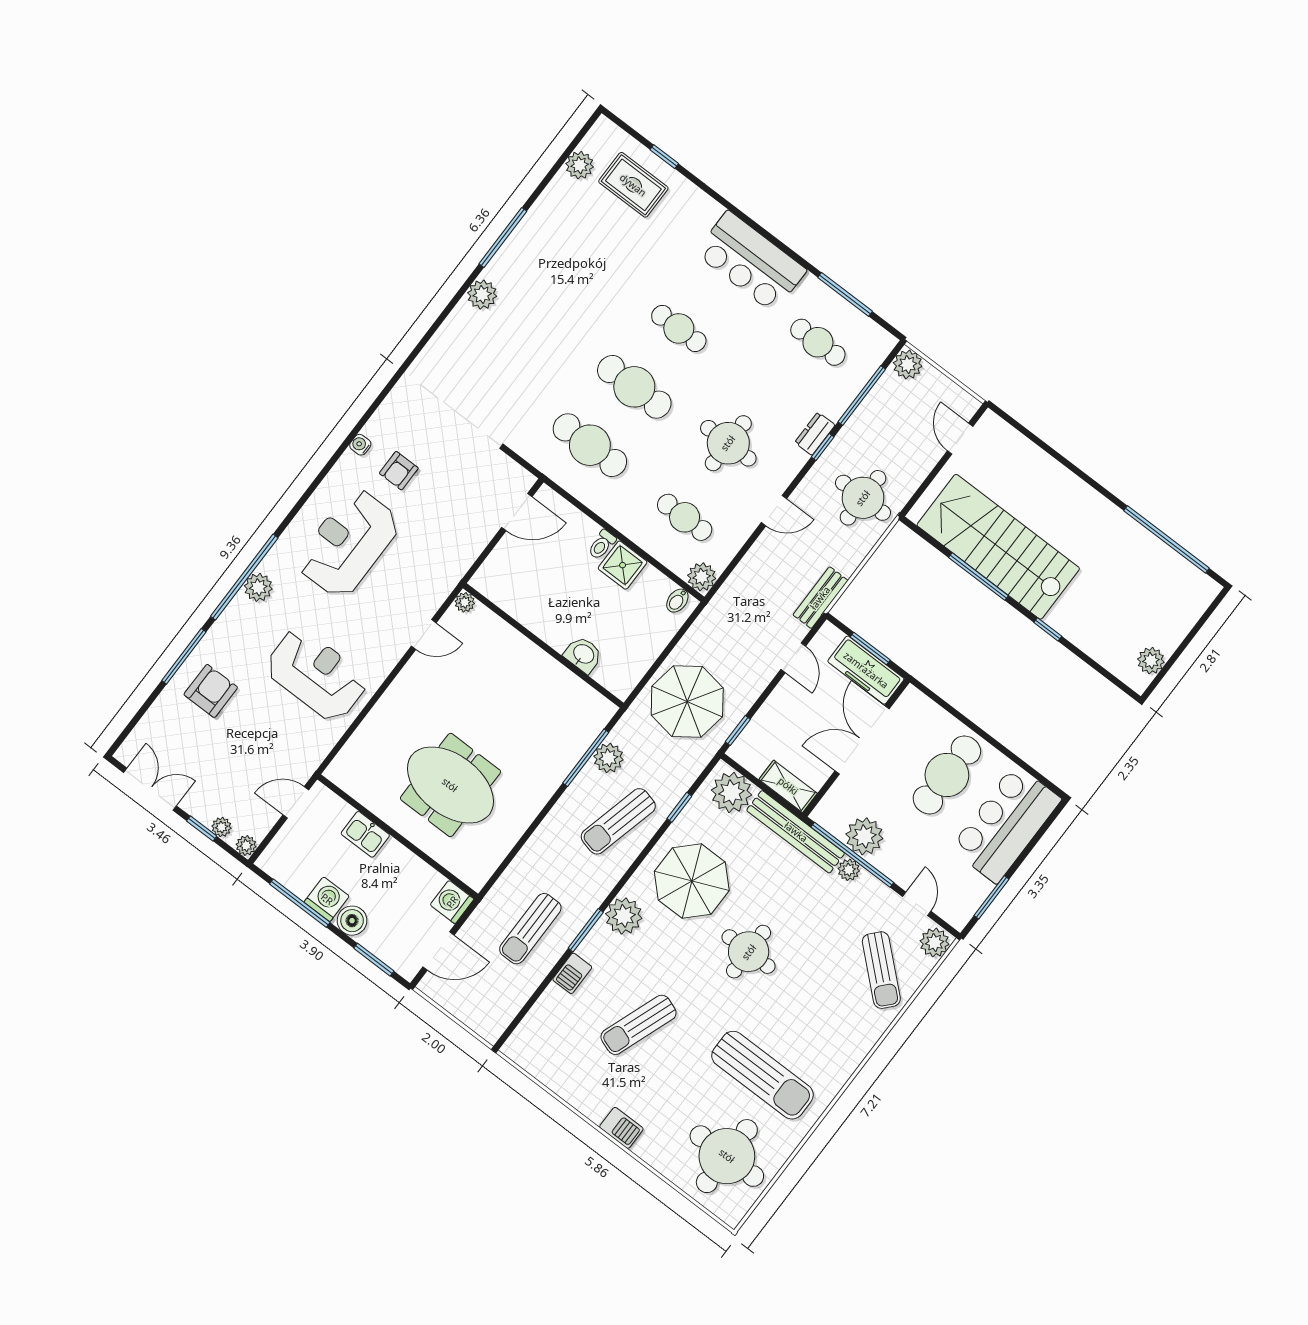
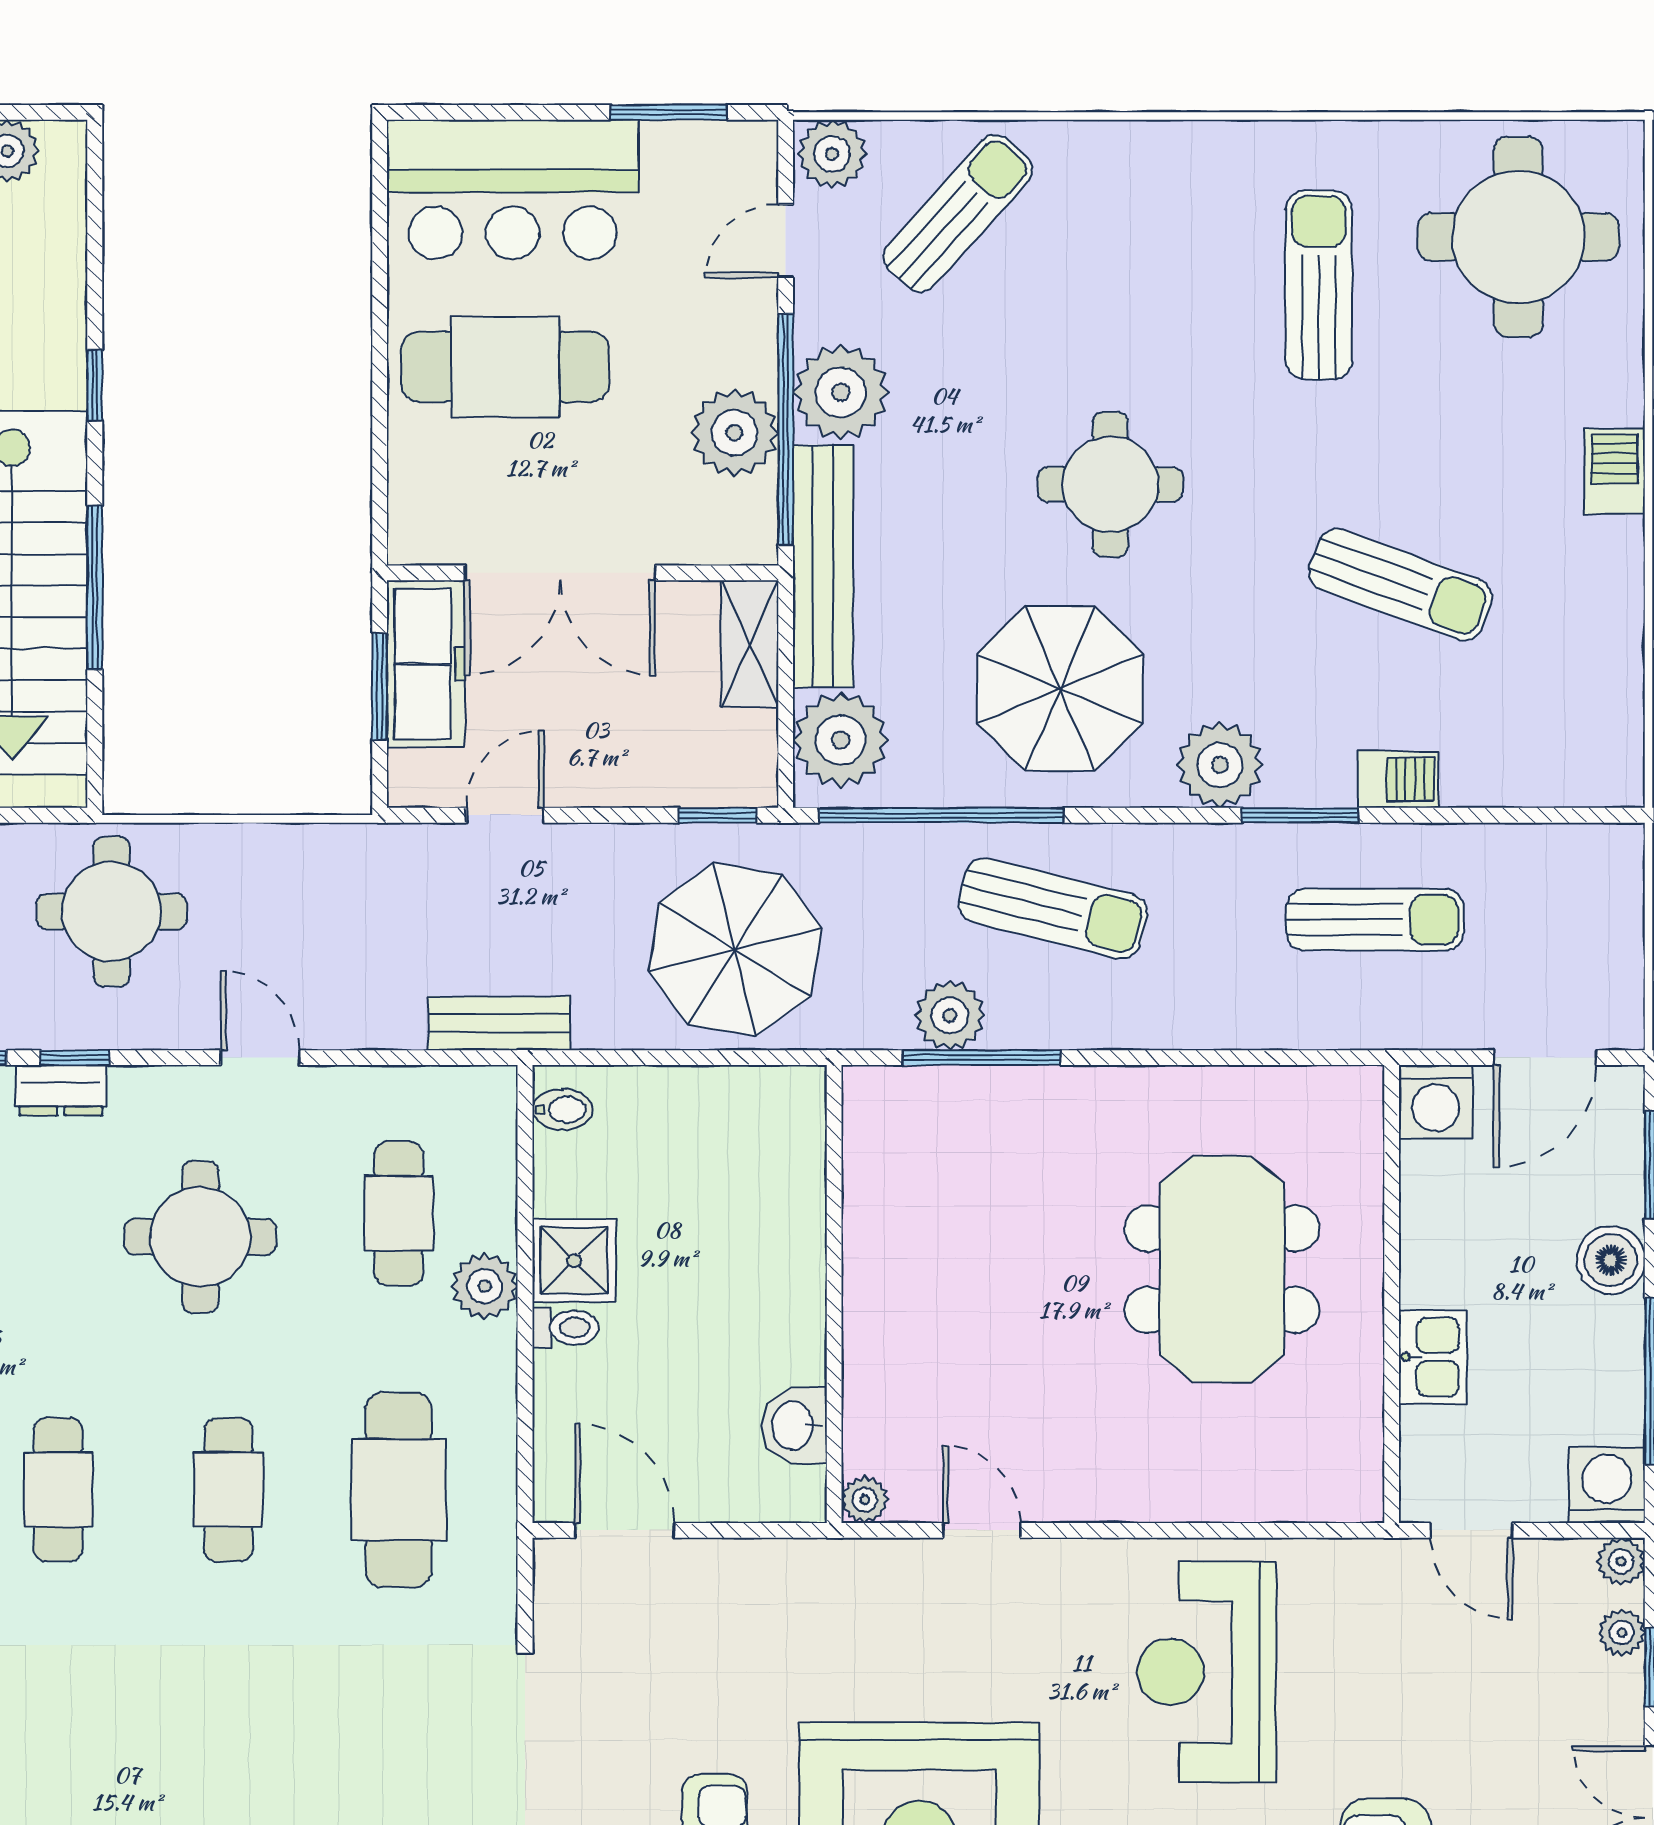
cafe table: (634, 387) -> (228, 1490), width x0.73, depth x0.74
plant: (702, 577) -> (485, 1286), moved
bench: (820, 598) -> (499, 1023), moved
washbasin: (583, 655) -> (794, 1425), moved
window: (679, 807) -> (941, 815), width x3.17
plant: (849, 870) -> (841, 392), width x1.88, depth x1.88
washing machine: (327, 899) -> (1607, 1485), moved, turned 90
door: (439, 951) -> (1545, 1058), swing flipped
sun lounger: (763, 1075) -> (1319, 285), width x0.73, depth x0.75

